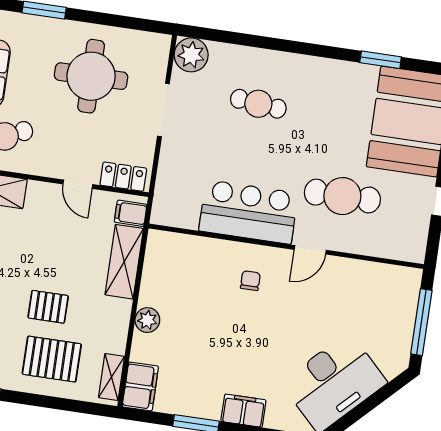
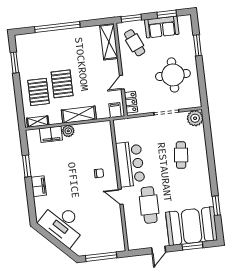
shelving: (124, 262) -> (79, 115), moved
pallet: (48, 307) -> (62, 84), width x1.50, depth x1.42
filing cabinet: (140, 387) -> (51, 134), moved

